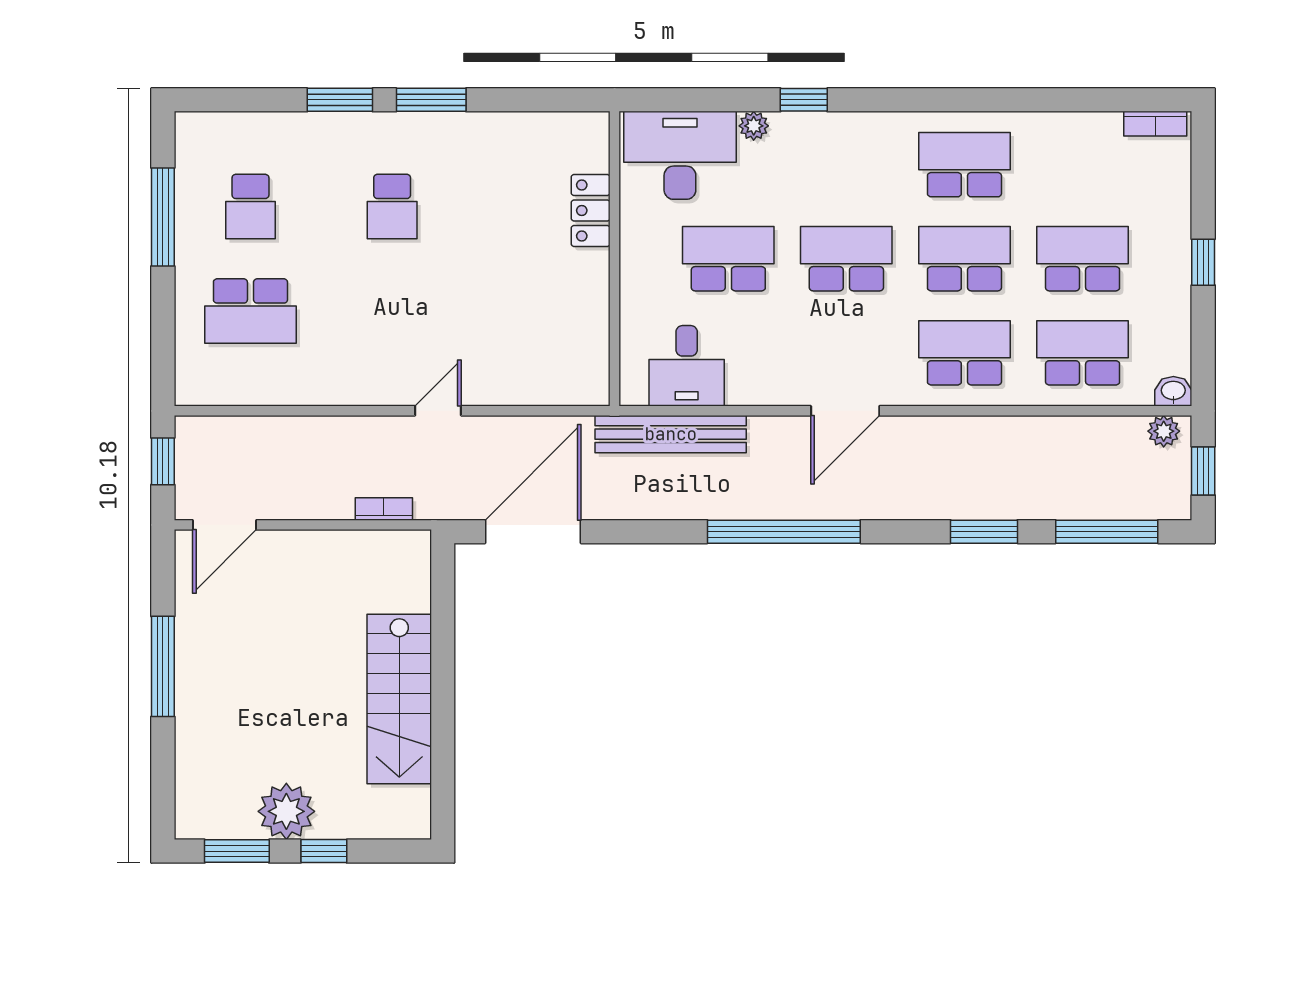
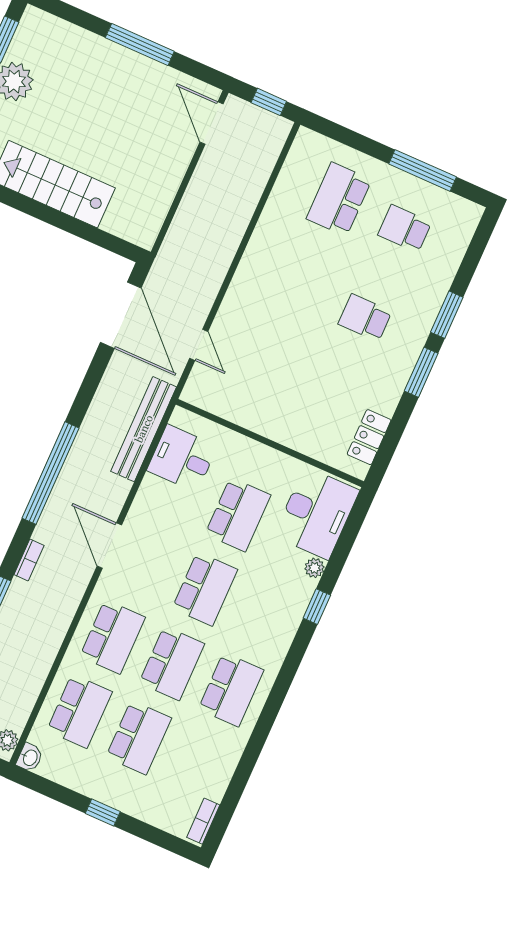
locker: (591, 210) -> (369, 437), moved, turned -90
door: (438, 411) -> (199, 345), moved
bookcase: (384, 509) -> (29, 560), moved

